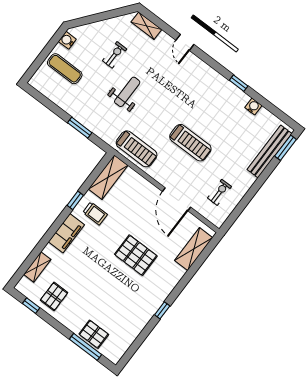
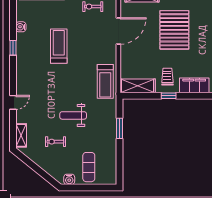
treadmill: (190, 143) -> (59, 46), moved
treadmill: (137, 149) -> (105, 81), turned 180
pallet: (136, 255) -> (174, 30), width x1.37, depth x1.41

